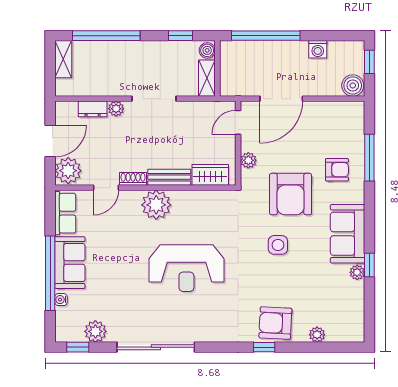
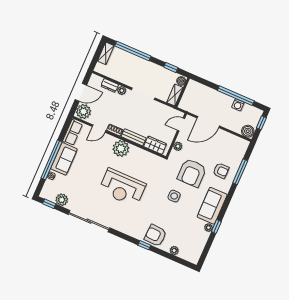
window: (266, 36) -> (236, 96), moved

